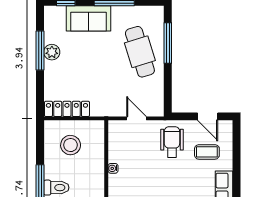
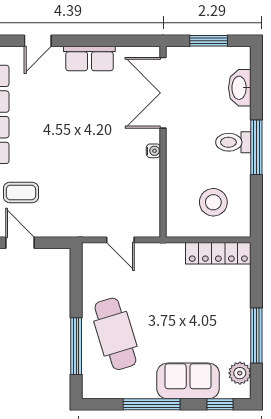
plant: (52, 52) -> (240, 373), moved
wheelchair: (172, 142) -> (70, 206), removed
water cooler: (113, 168) -> (153, 151), moved

